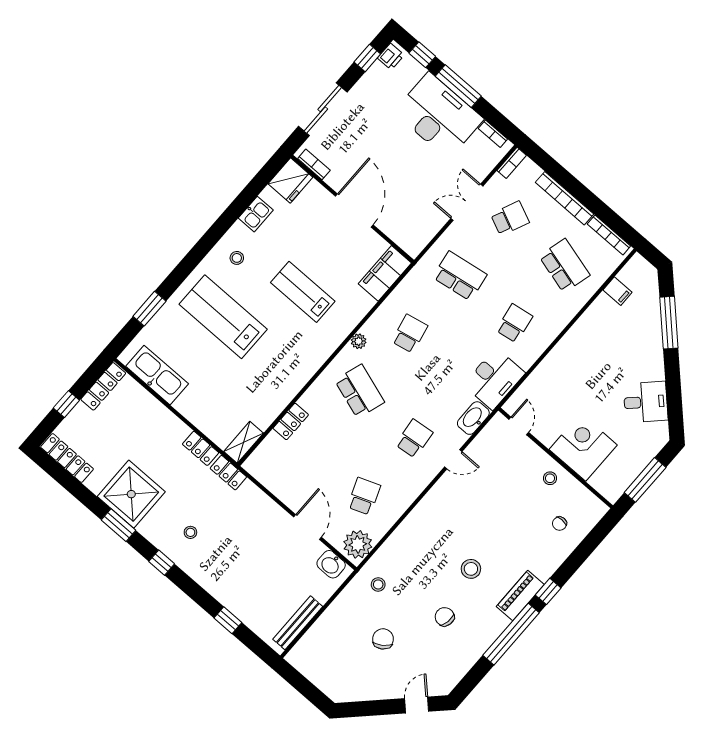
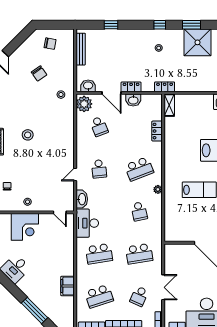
school desk: (564, 266) -> (99, 296), turned -33
filing cabinet: (385, 273) -> (172, 228), removed
filing cabinet: (618, 291) -> (67, 286), moved, width x2.00
school desk: (514, 323) -> (99, 254), width x1.85
school desk: (360, 391) -> (139, 169), turned -39
locker: (201, 448) -> (131, 87), moved
washbasin: (286, 492) -> (133, 100), added
chair: (445, 617) -> (50, 44), moved

